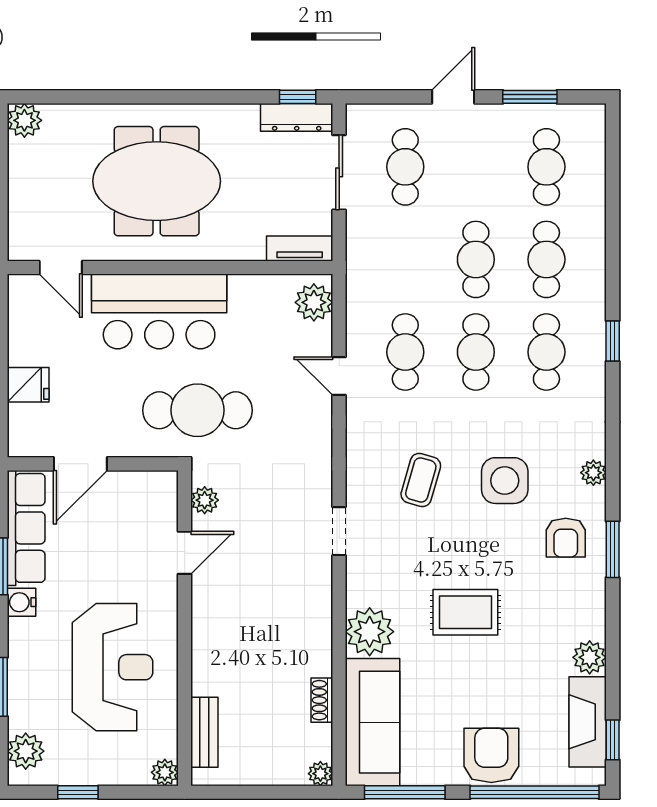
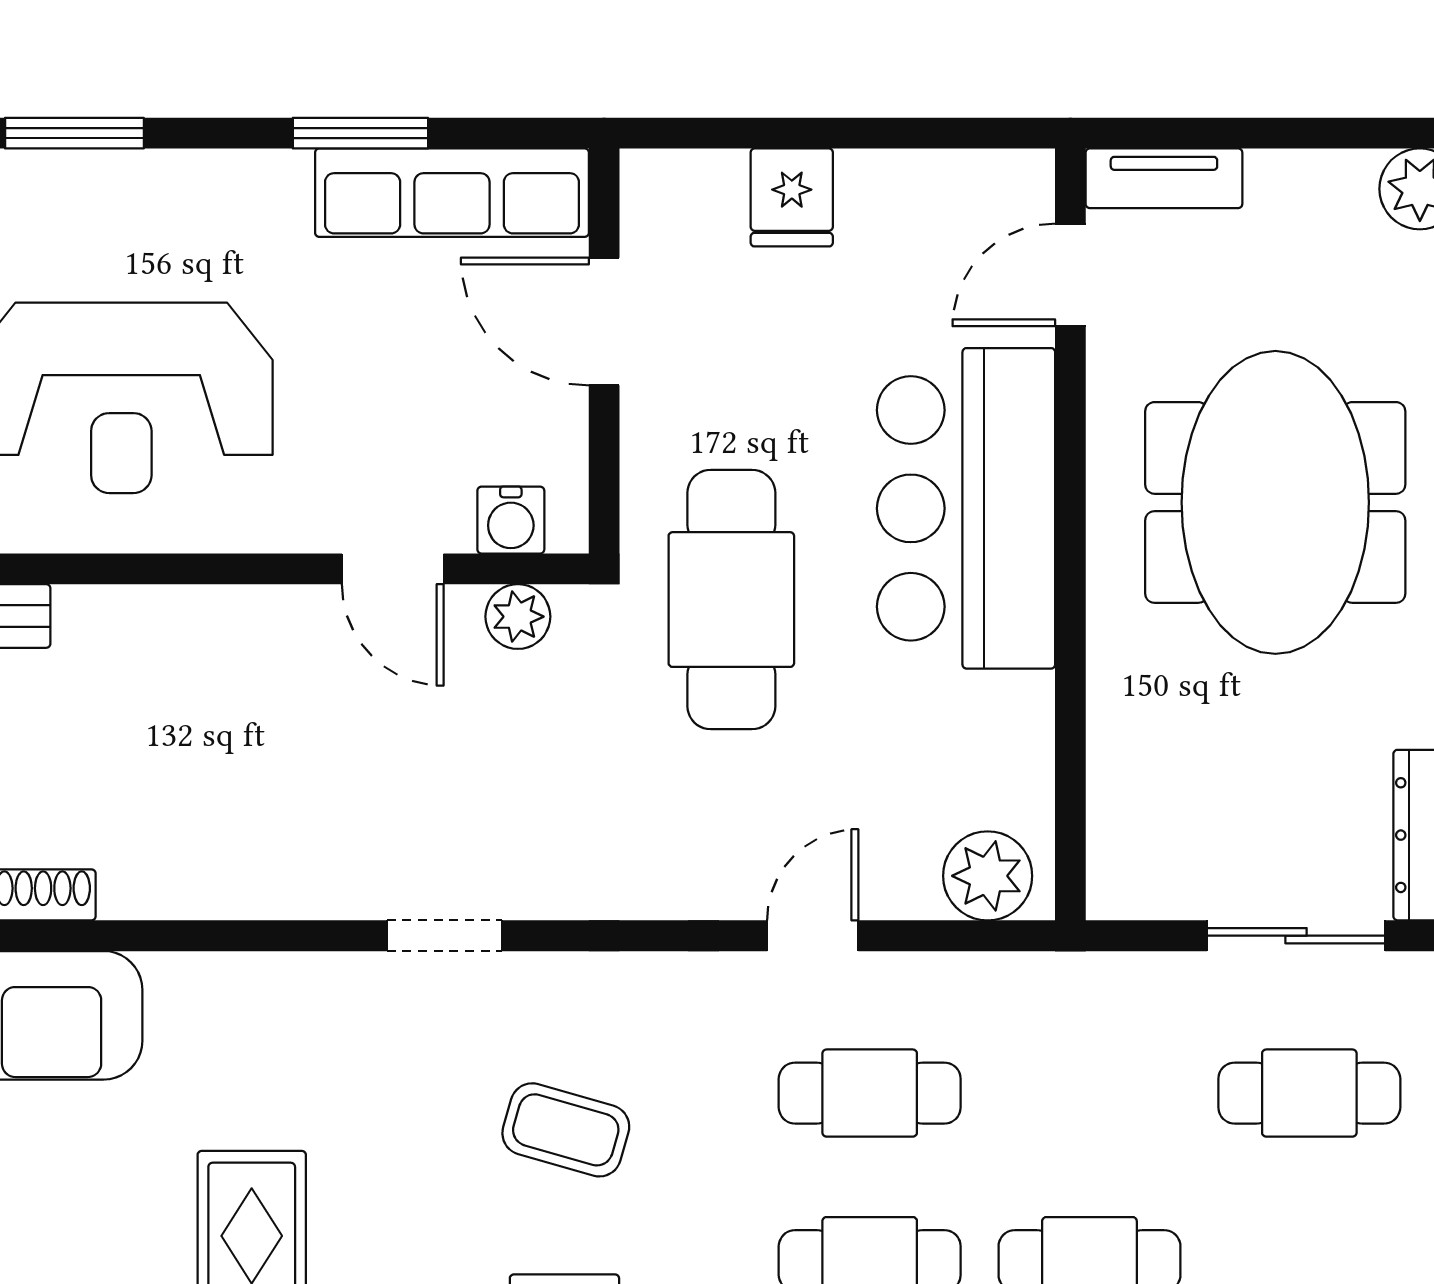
tv unit: (300, 248) -> (1164, 178), moved, turned 90
water cooler: (22, 602) -> (511, 520), moved, turned 180
plant: (370, 632) -> (206, 1008), removed

